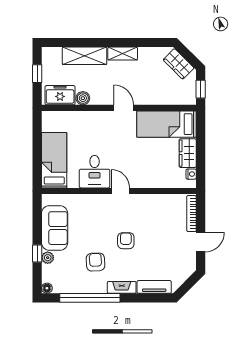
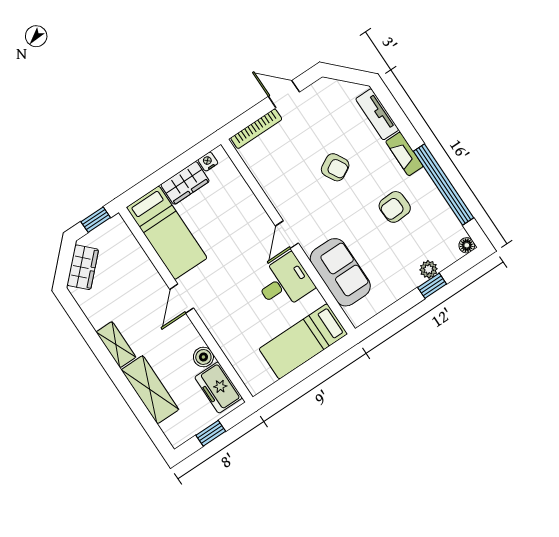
sofa: (55, 228) -> (340, 272), moved, turned 90
armchair: (126, 241) -> (335, 167), moved, turned -119

